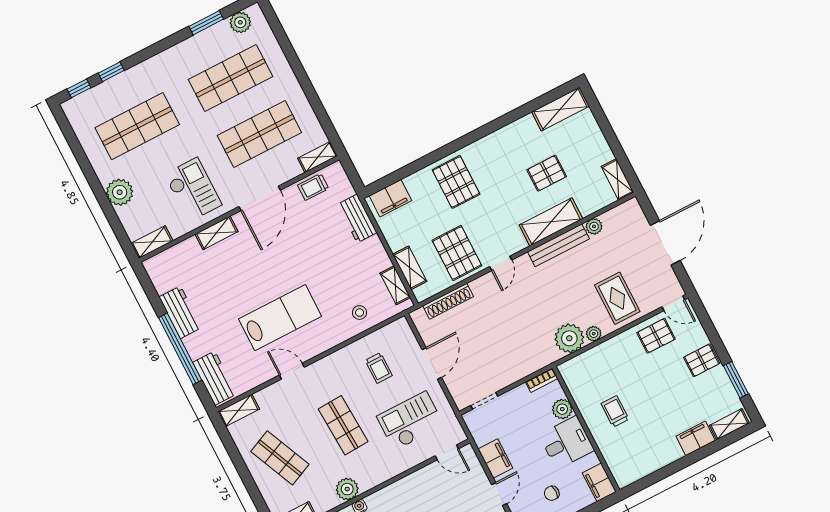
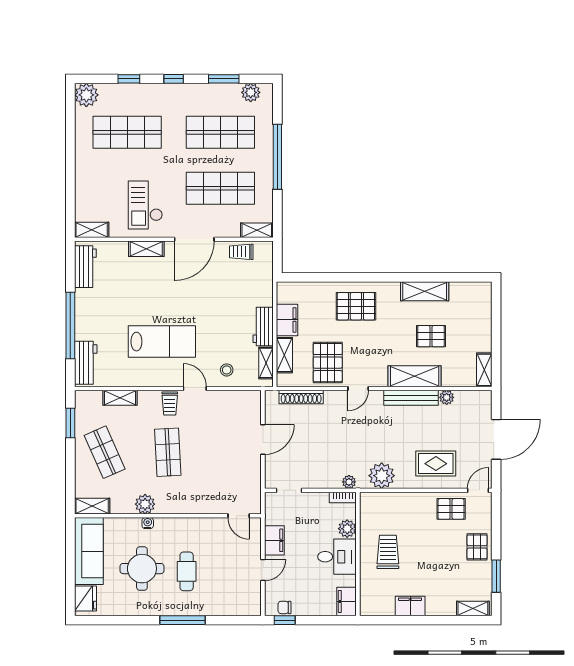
window: (300, 73) -> (277, 157), added
window: (79, 88) -> (174, 79), moved
shelving: (560, 109) -> (425, 291), moved
pallet: (456, 182) -> (356, 306), turned 90
checkout: (193, 190) -> (145, 205), turned 180
plant: (120, 192) -> (86, 95), moved
filing cabinet: (390, 198) -> (287, 320), moved, turned -90
workbench: (357, 218) -> (263, 326), moved
rug: (617, 298) -> (436, 464), turned 90
door: (673, 303) -> (478, 490), swing flipped
workbench: (180, 312) -> (85, 267), moved
plant: (594, 334) -> (349, 482), moved
pallet: (702, 360) -> (477, 547), turned 90
trolley: (379, 368) -> (170, 404), moved
door: (292, 371) -> (195, 389), moved
shelving: (239, 410) -> (120, 398), moved
trolley: (615, 411) -> (388, 552), width x1.36, depth x1.39
checkout: (410, 421) -> (223, 476), removed
filing cabinet: (696, 438) -> (410, 606), moved
window: (230, 446) -> (70, 423), added
chair: (552, 493) -> (305, 591), removed

